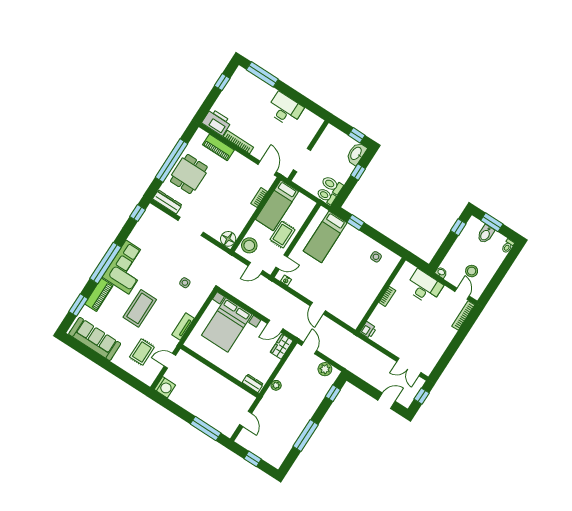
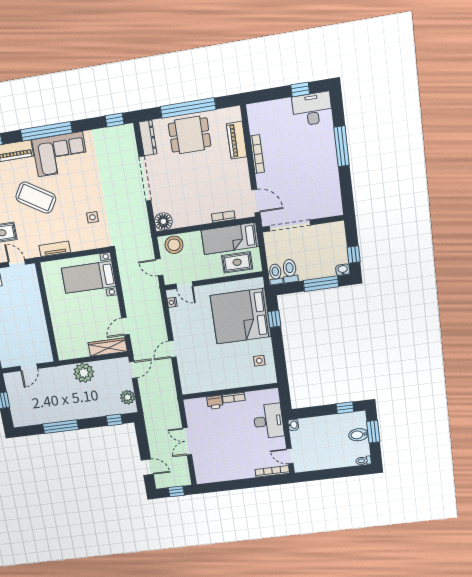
window: (262, 74) -> (342, 146), moved
desk: (285, 109) -> (312, 109), moved, turned -90
printer: (217, 122) -> (258, 118), removed
washbasin: (356, 154) -> (343, 270), width x0.52, depth x0.69
doorway: (302, 160) -> (290, 226), width x1.36
door: (267, 168) -> (256, 201), hinge flipped
window: (358, 172) -> (321, 284), width x2.17
doorway: (191, 226) -> (145, 179), width x1.36
rug: (282, 235) -> (237, 262), moved
bed: (325, 237) -> (241, 316), width x2.04
stool: (472, 271) -> (316, 448), removed
door: (462, 294) -> (290, 456), swing flipped
coffee table: (140, 308) -> (36, 198), turned 32
bed with nightstands: (227, 325) -> (89, 277), width x0.73
door: (275, 326) -> (126, 326), hinge flipped
printer: (368, 330) -> (215, 402), moved
wardrobe: (282, 347) -> (108, 347), width x1.50
double door: (409, 367) -> (187, 441), moved
dresser: (253, 383) -> (62, 348), removed
plant: (276, 385) -> (84, 373), width x1.88, depth x1.88

